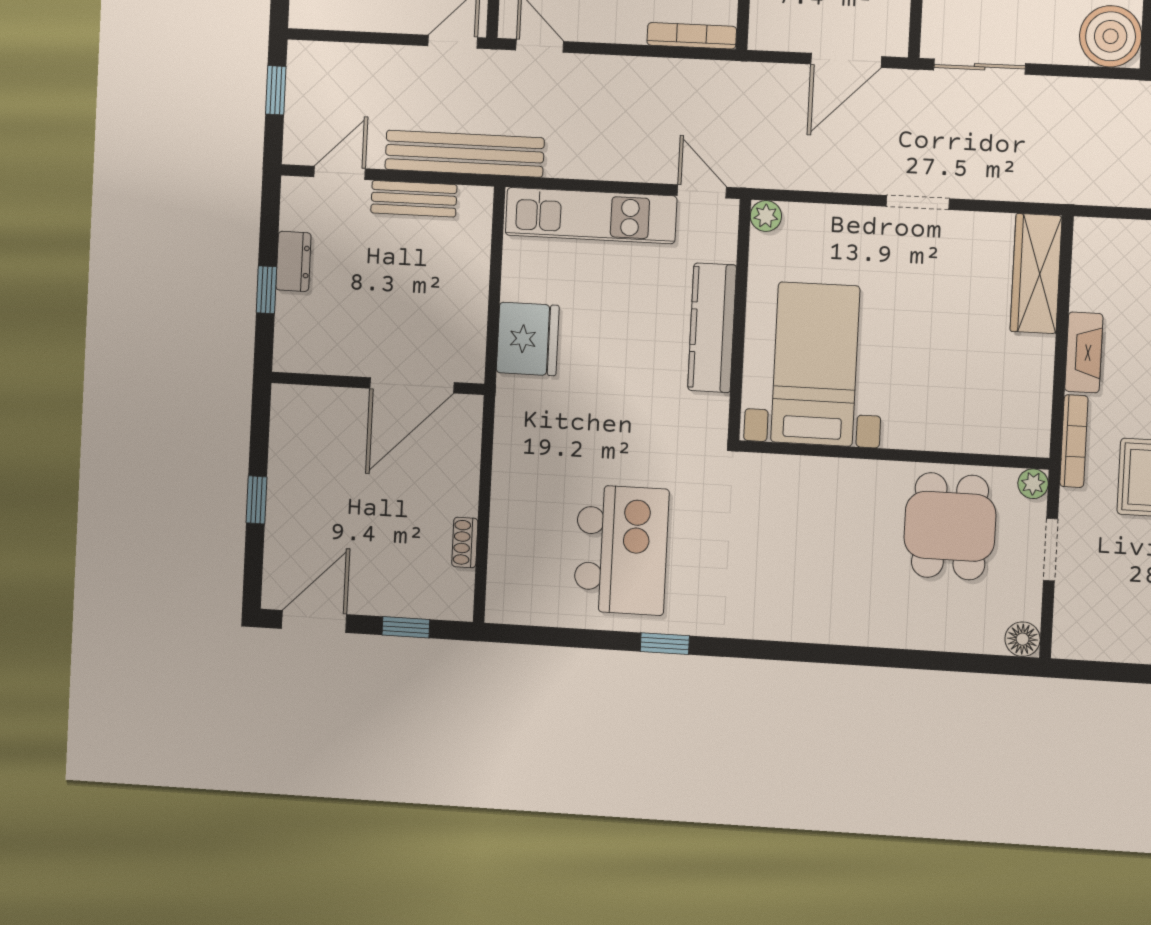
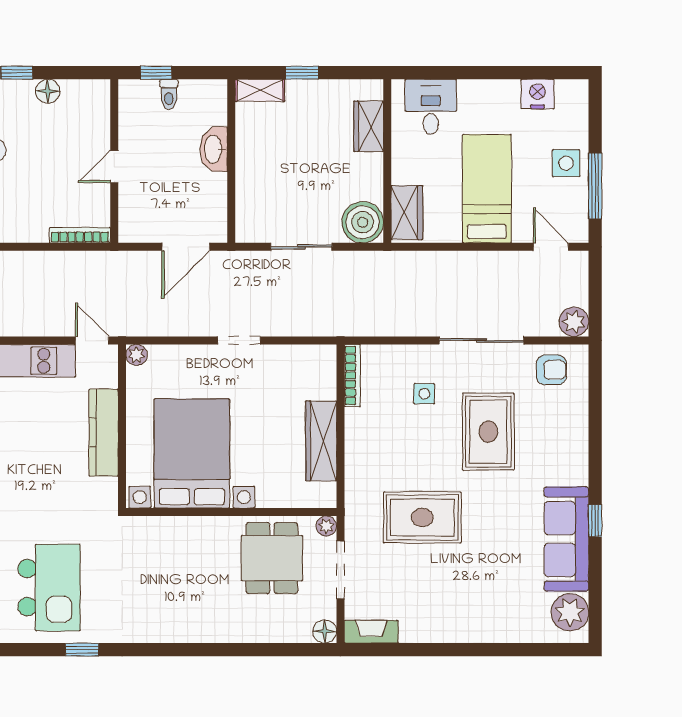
sliding door: (980, 67) -> (301, 247), moved
wardrobe: (1036, 274) -> (321, 441), moved
fireplace: (1084, 352) -> (371, 632), moved, turned -90
bed with nightstands: (815, 364) -> (192, 453), width x1.36
bookcase: (1074, 441) -> (352, 375), moved
doorway: (1051, 550) -> (340, 570), width x1.38

